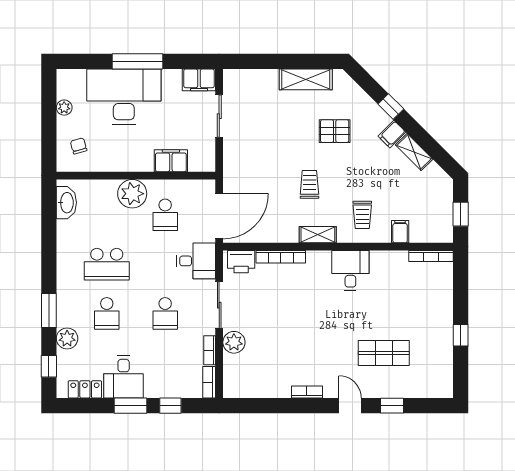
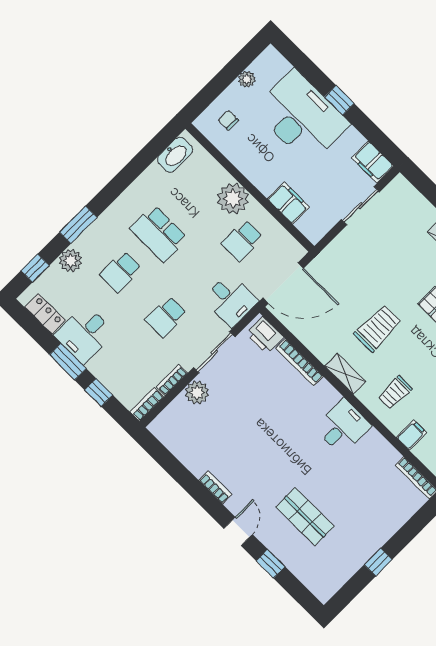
window: (138, 61) -> (339, 100), width x0.46
chair: (79, 146) -> (228, 120), turned -74
trolley: (309, 184) -> (378, 328), width x1.36, depth x1.39

